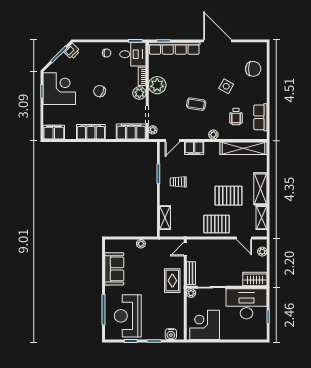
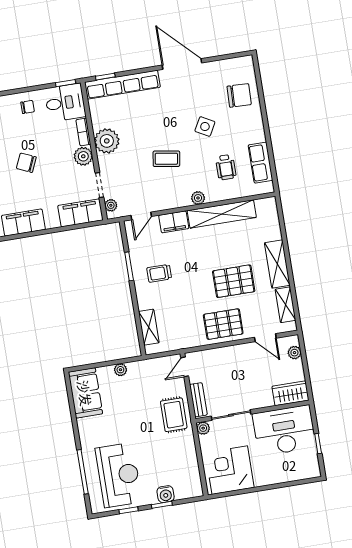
shelving: (243, 148) -> (222, 214), moved
sofa: (114, 269) -> (85, 393), moved
reception desk: (128, 316) -> (119, 475), turned 180
water cooler: (171, 334) -> (166, 494), moved

